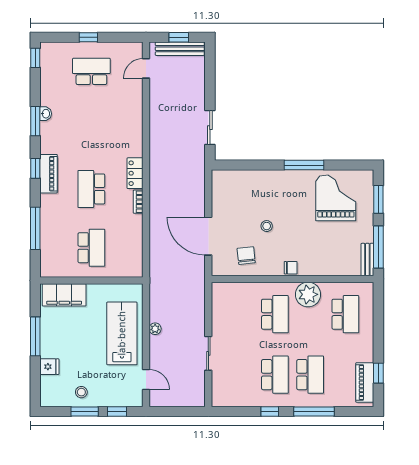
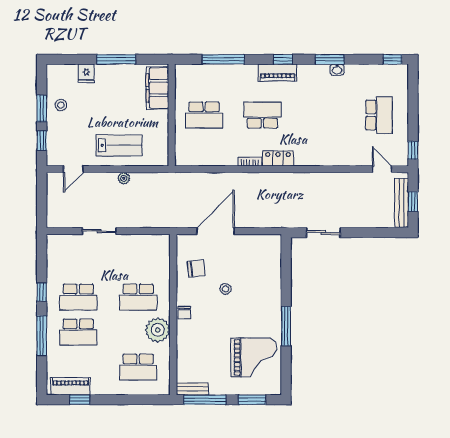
window: (88, 37) -> (413, 150), moved
lab bench: (122, 333) -> (119, 145), width x0.73, depth x0.72

